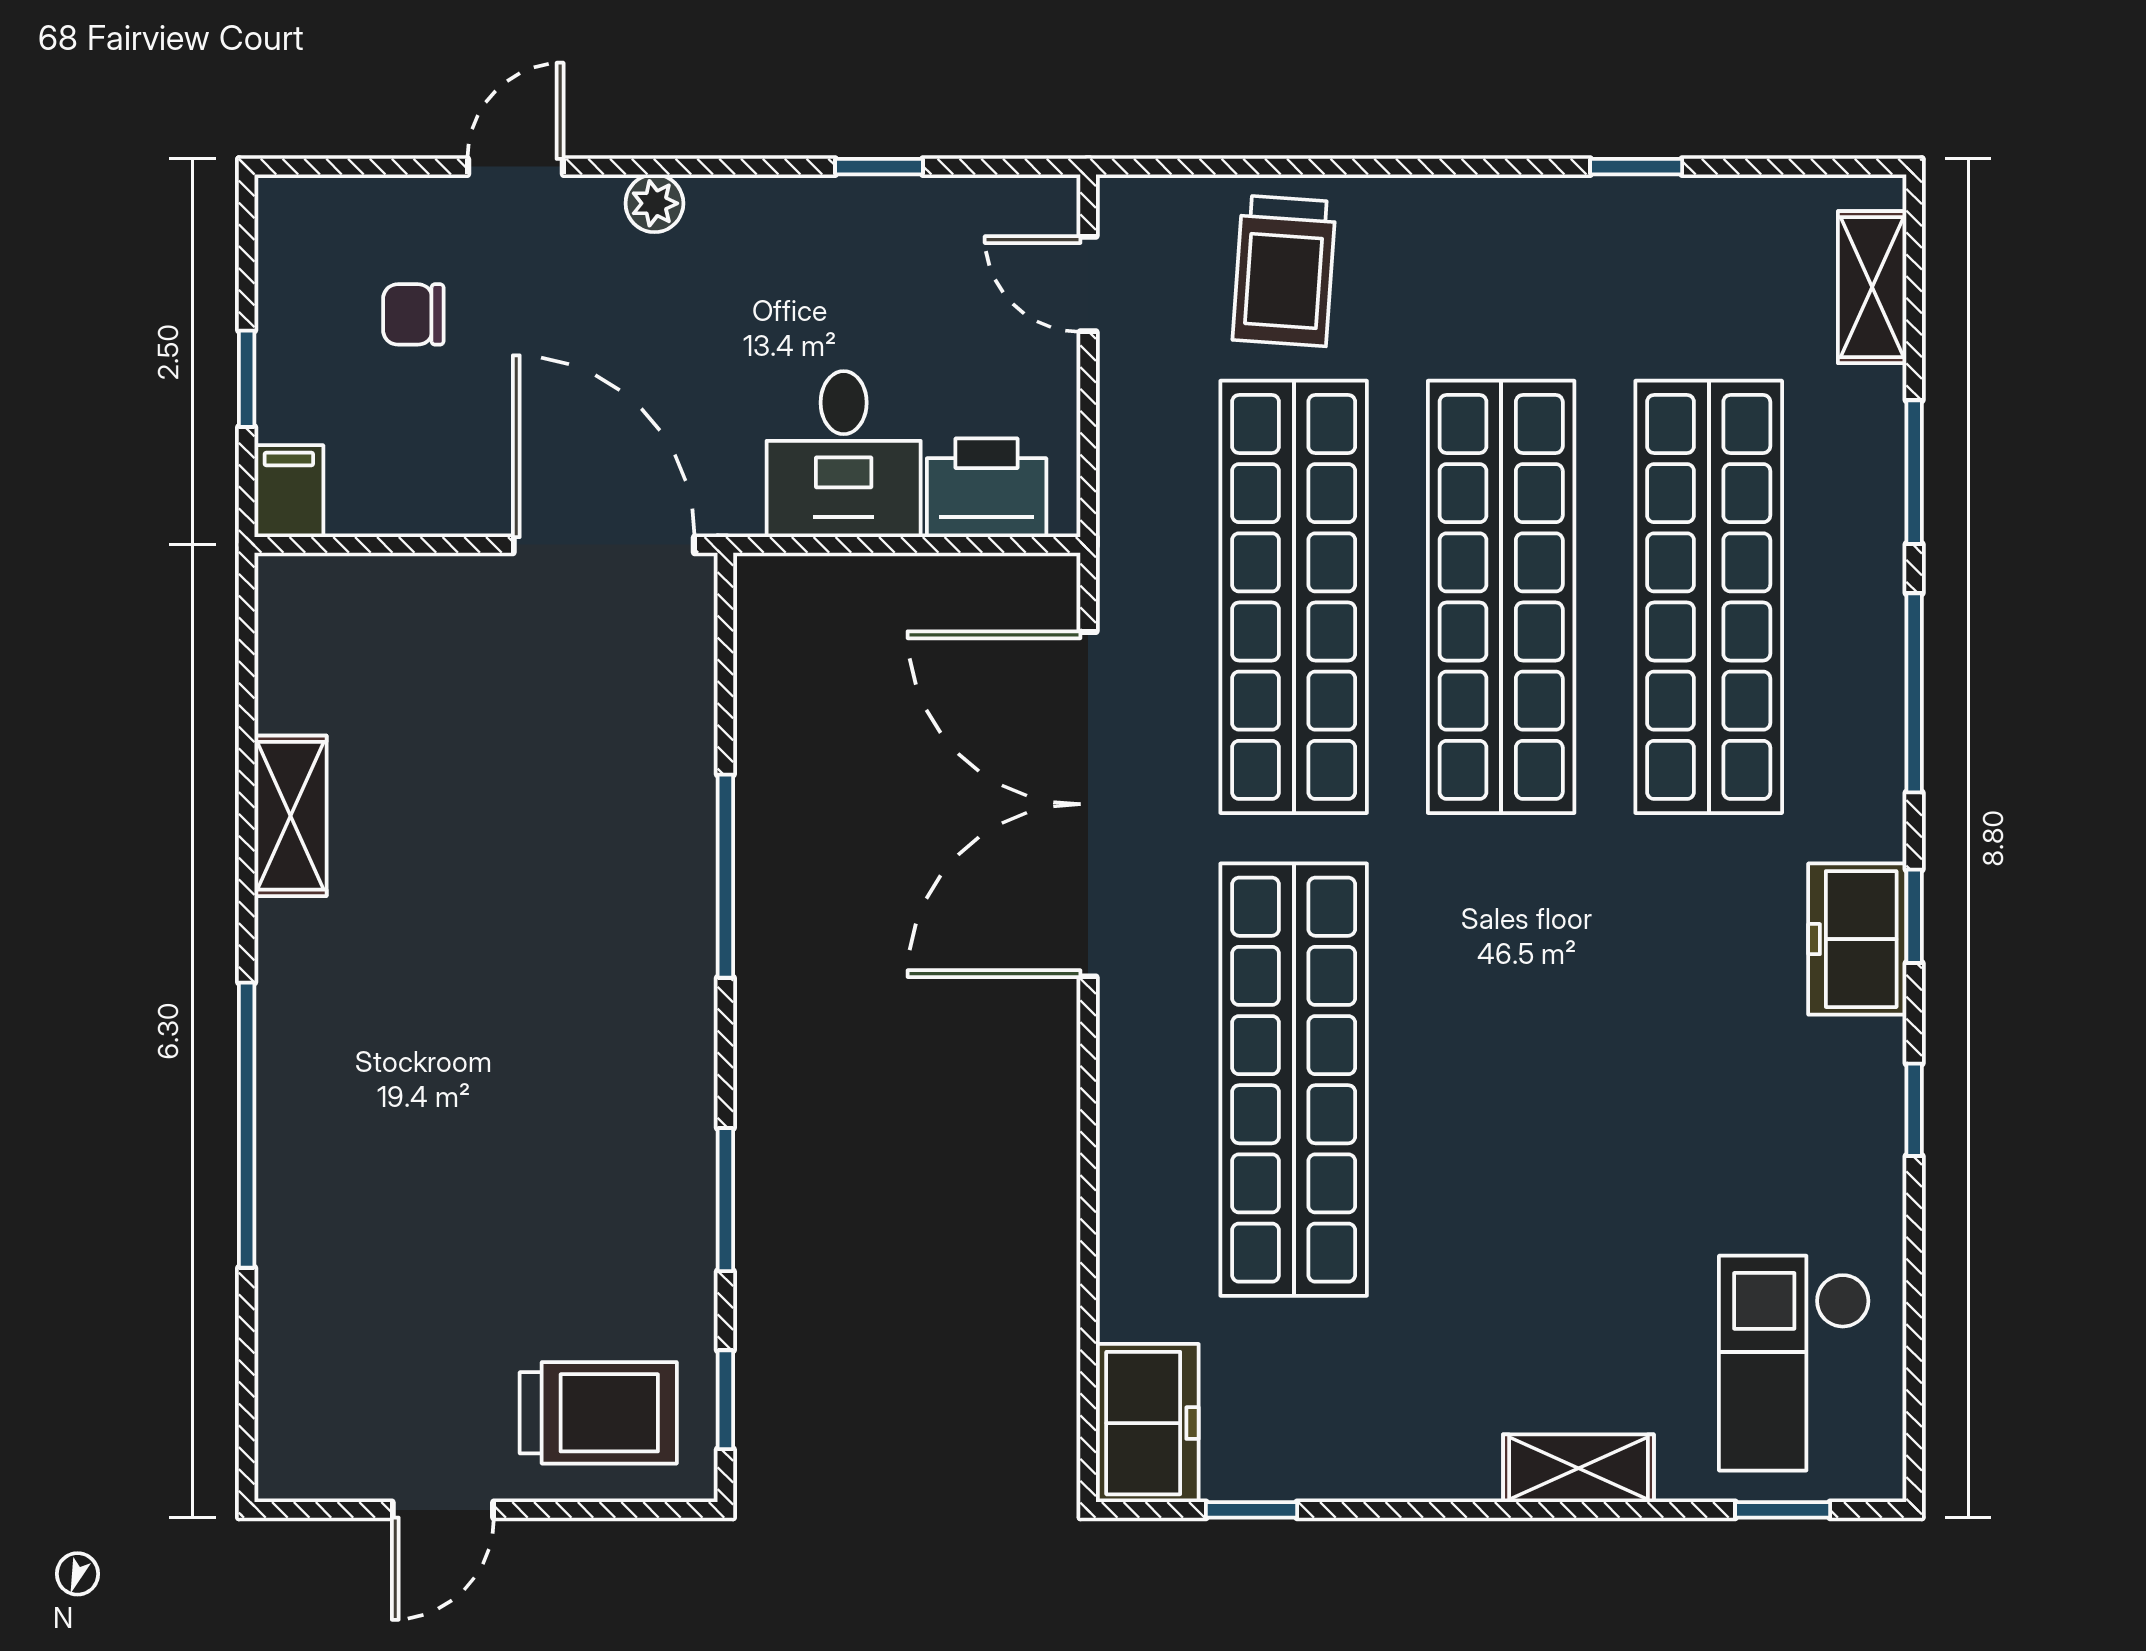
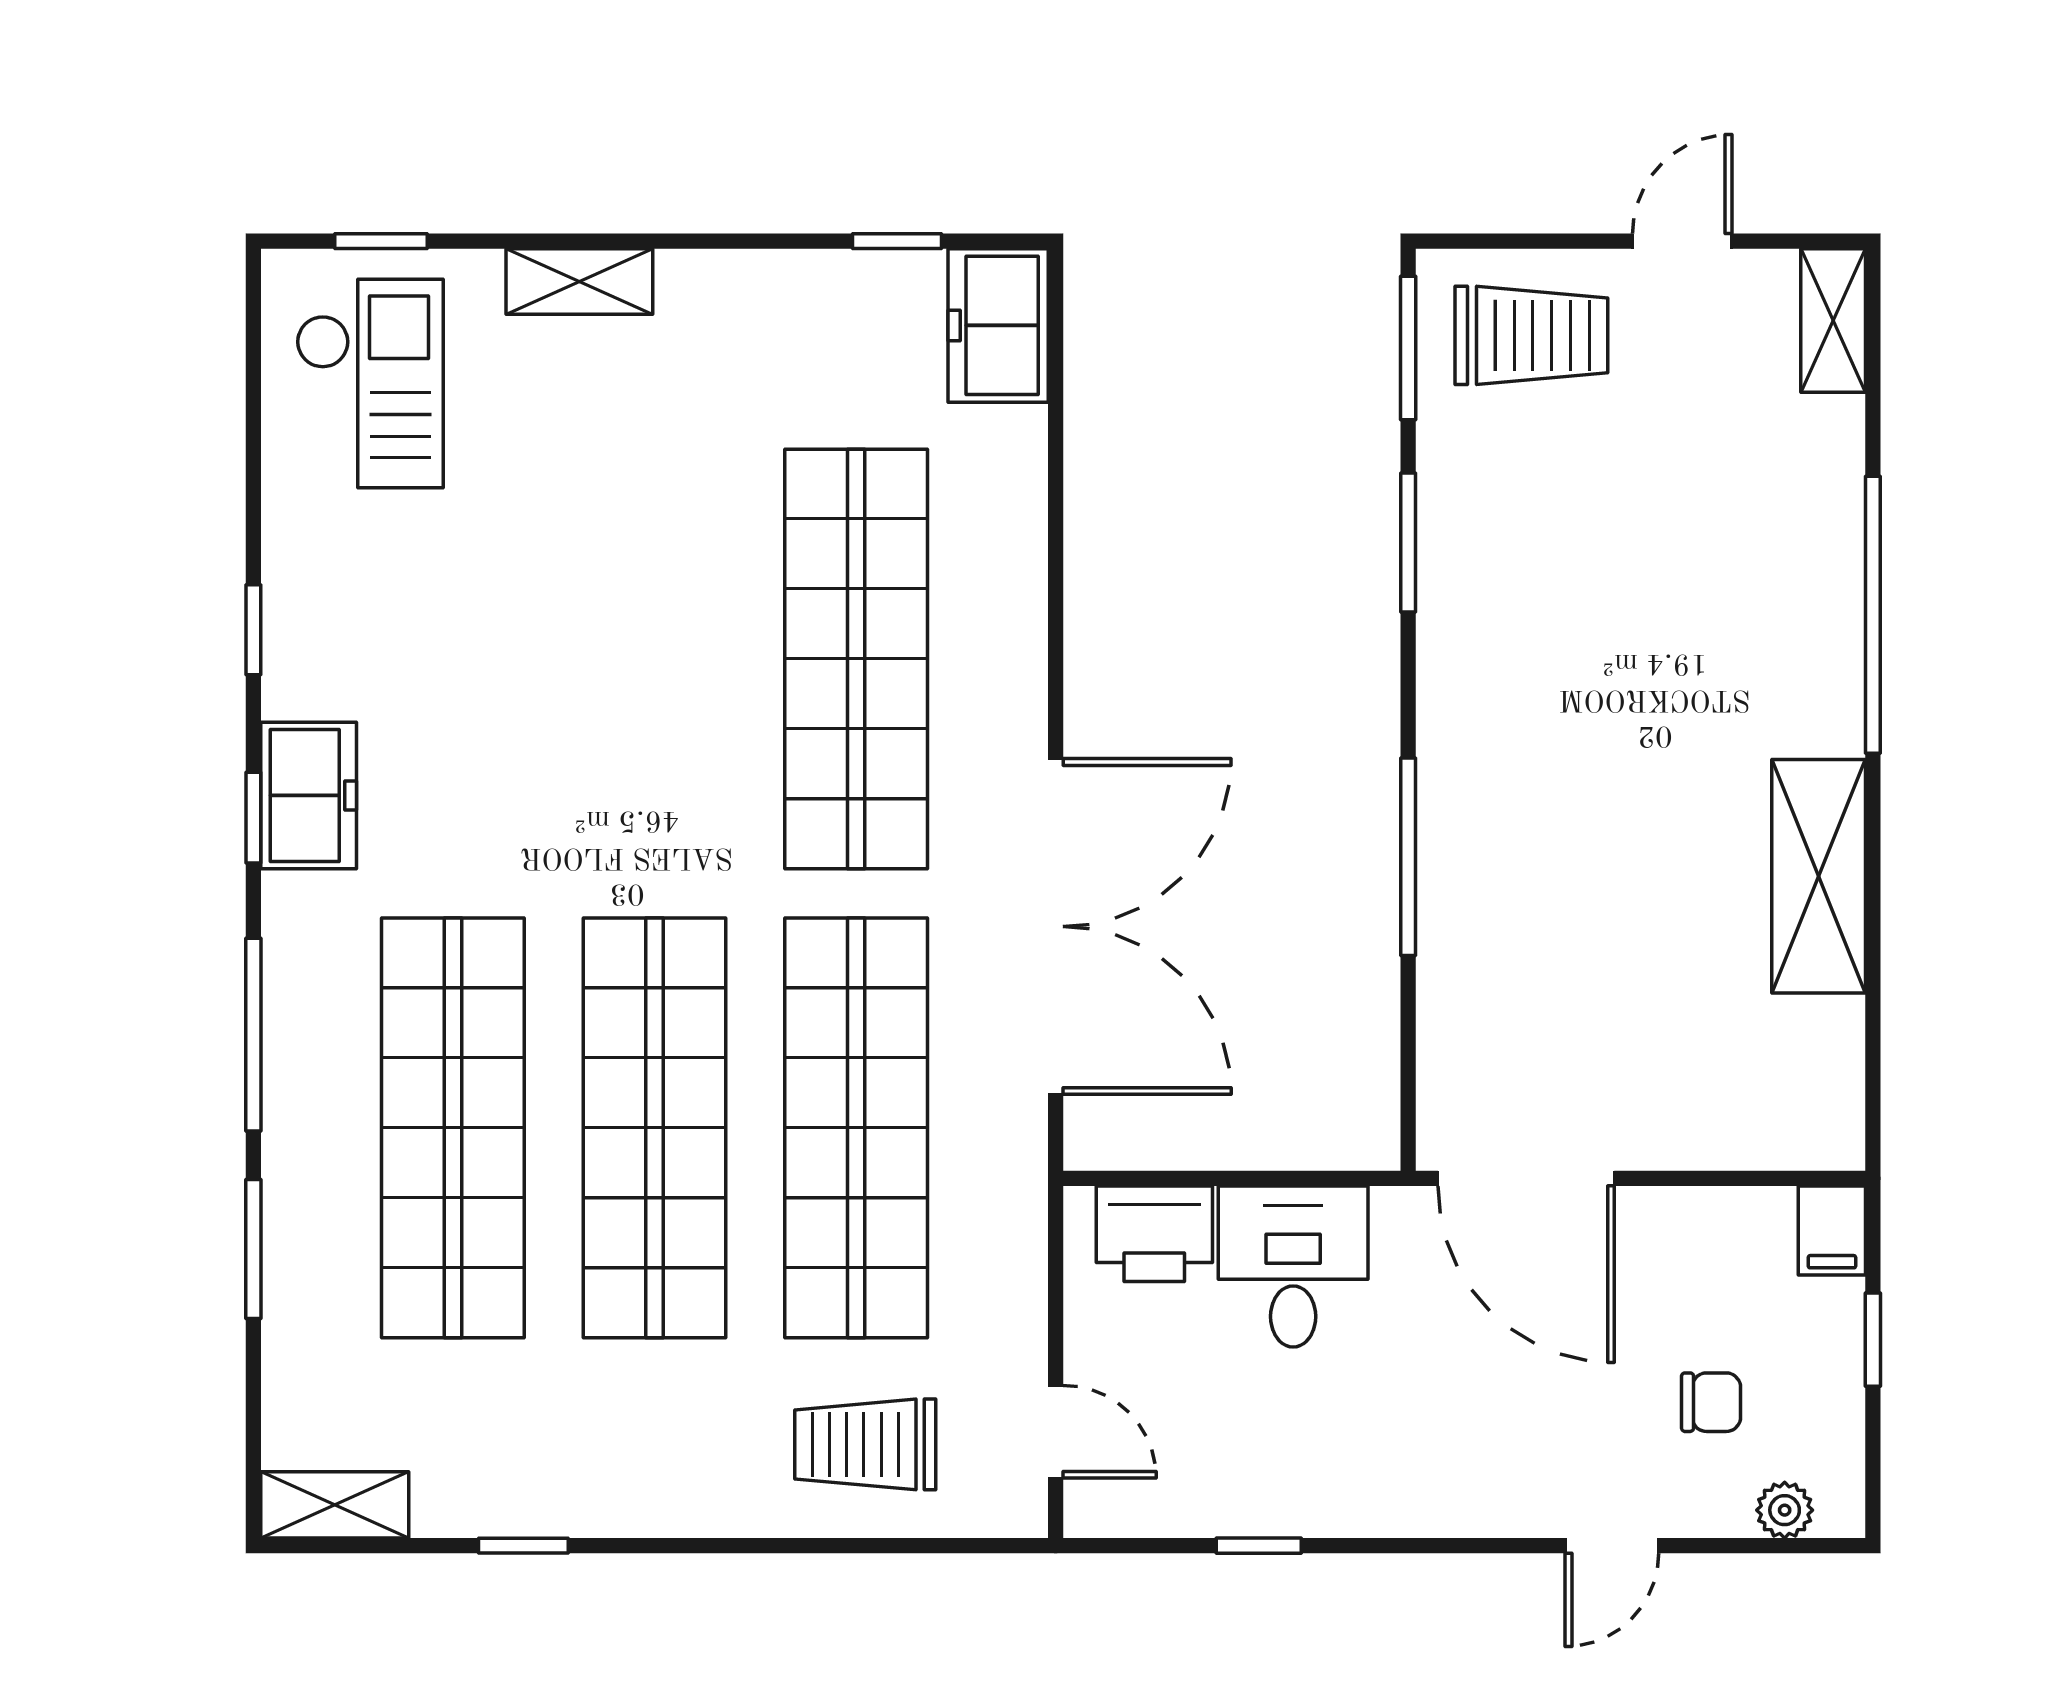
plant: (654, 203) -> (1785, 1510), moved
trolley: (1284, 271) -> (865, 1444), turned -94
shelving: (1872, 287) -> (335, 1505), moved, turned 90
shelving: (290, 816) -> (1819, 876), width x1.50, depth x1.33
window: (725, 1400) -> (1408, 348), width x1.50
trolley: (598, 1413) -> (1531, 335), turned 180
shelving: (288, 1428) -> (1833, 320), added

